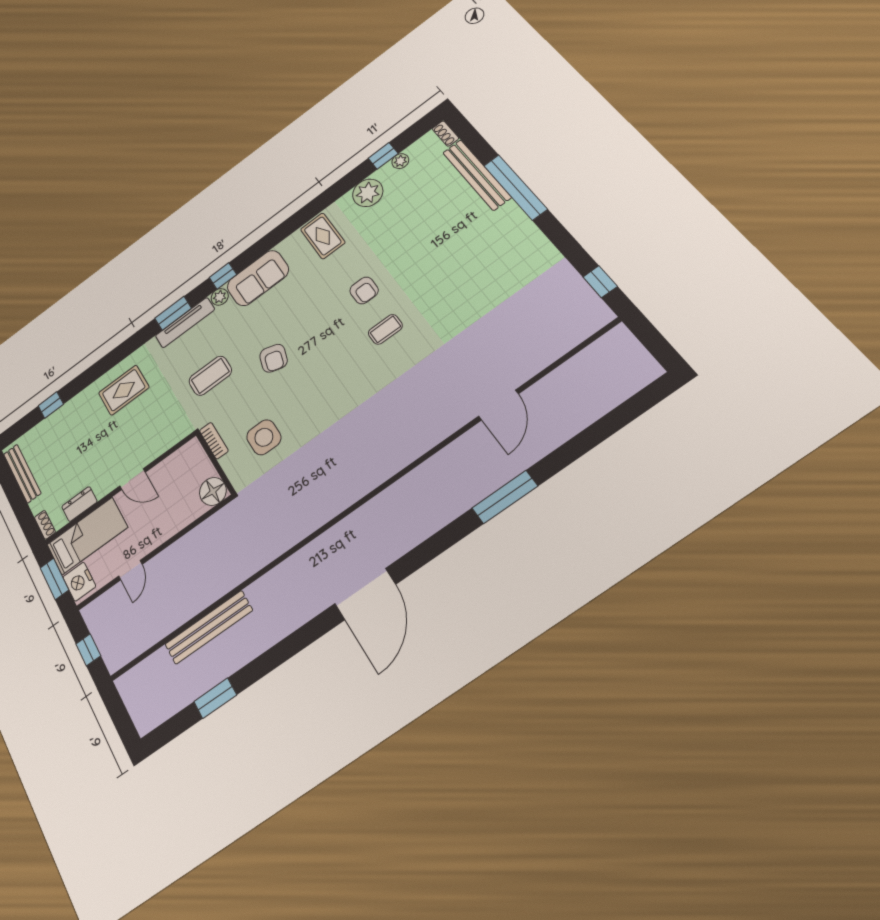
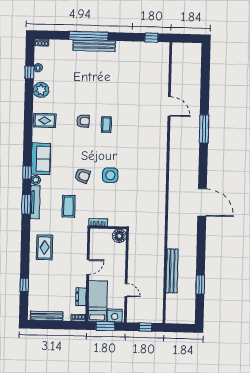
bench: (477, 175) -> (94, 46), moved
side table: (264, 437) -> (110, 175), moved

